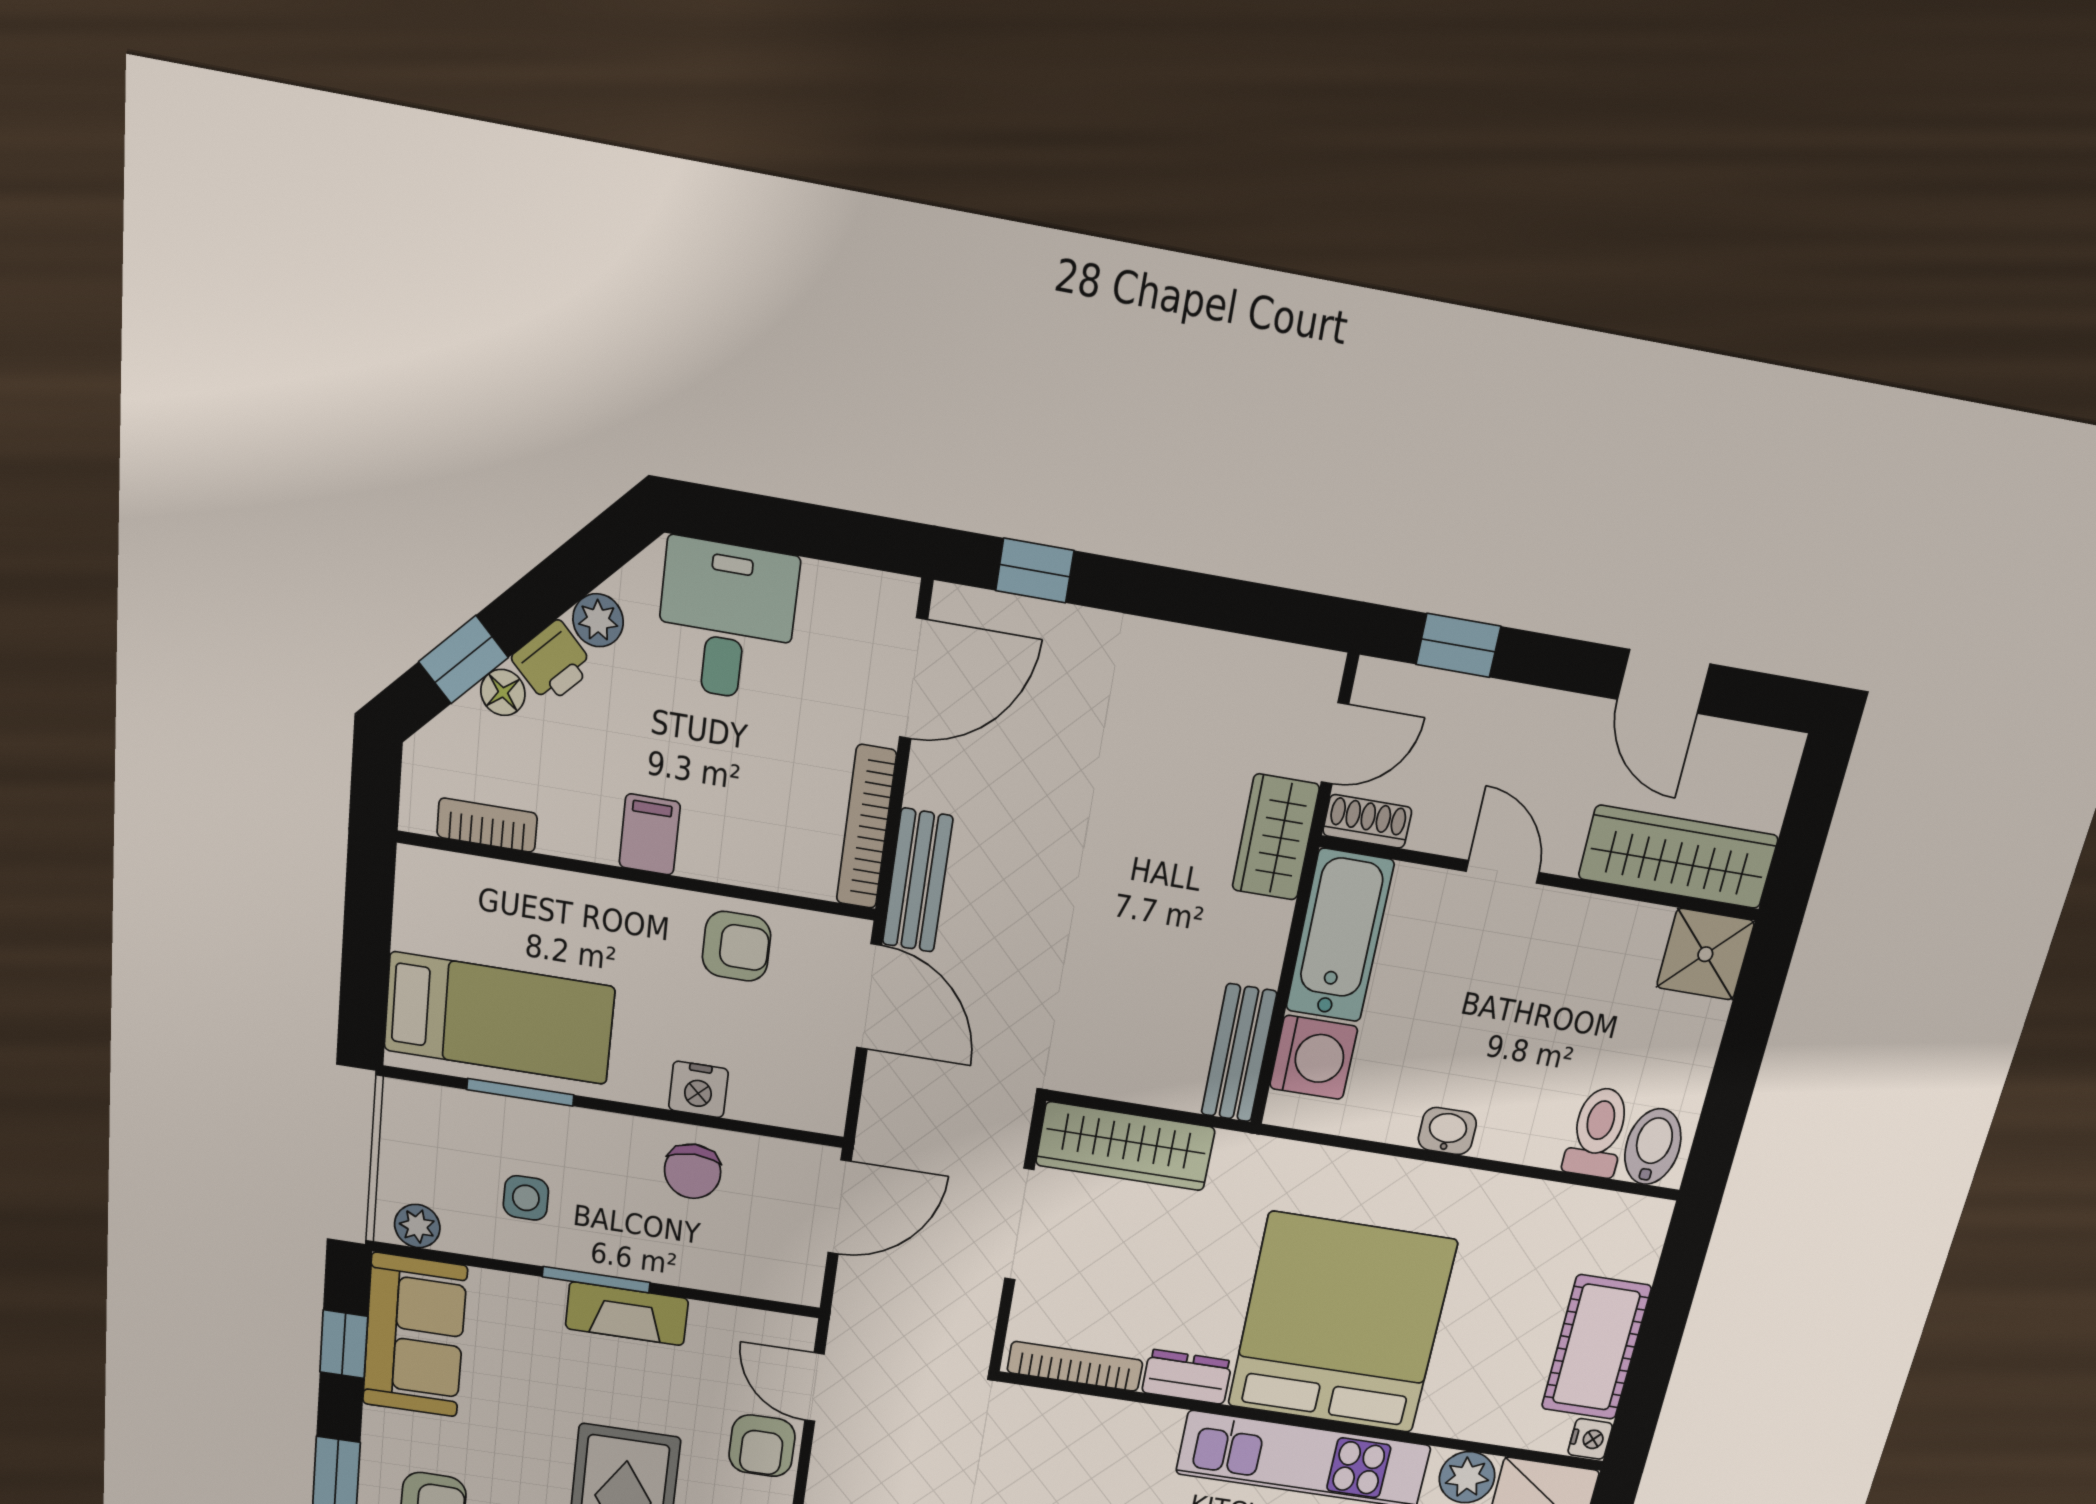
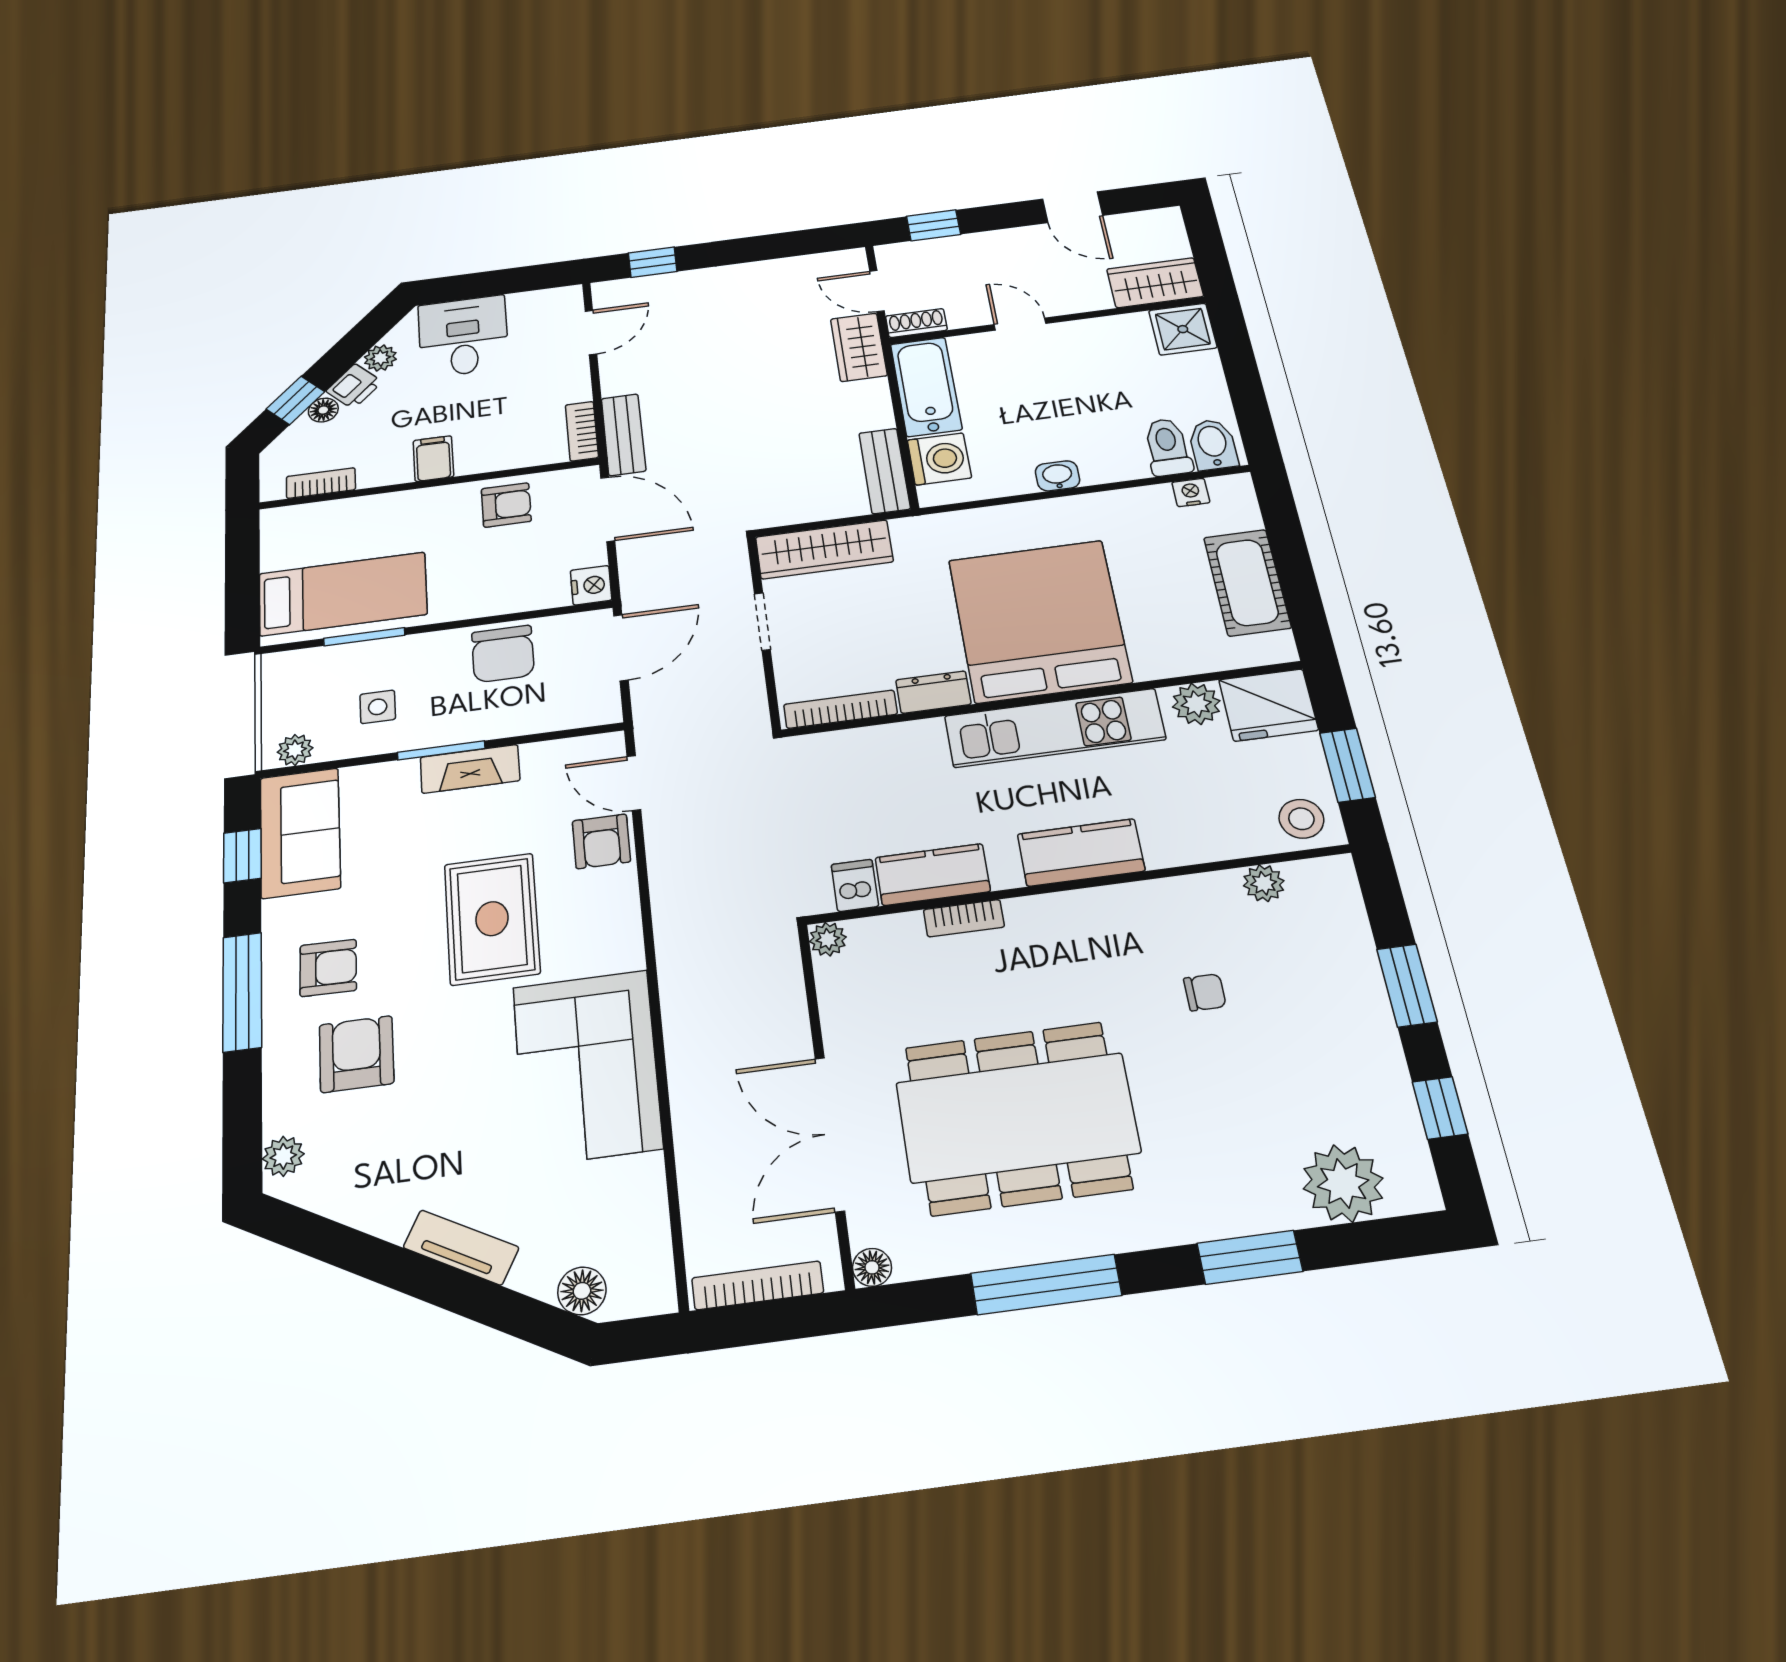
door: (913, 679) -> (591, 332), width x0.73
door: (1335, 743) -> (877, 291), swing flipped
bookcase: (866, 827) -> (582, 431), width x0.64
wardrobe: (1678, 857) -> (1155, 283), width x0.67
nightstand: (698, 1089) -> (591, 585), moved, turned -90
chair: (693, 1171) -> (503, 654), width x1.37, depth x1.37
doorway: (1019, 1224) -> (762, 622), width x0.73
nightstand: (1590, 1439) -> (1191, 492), moved, turned -90

